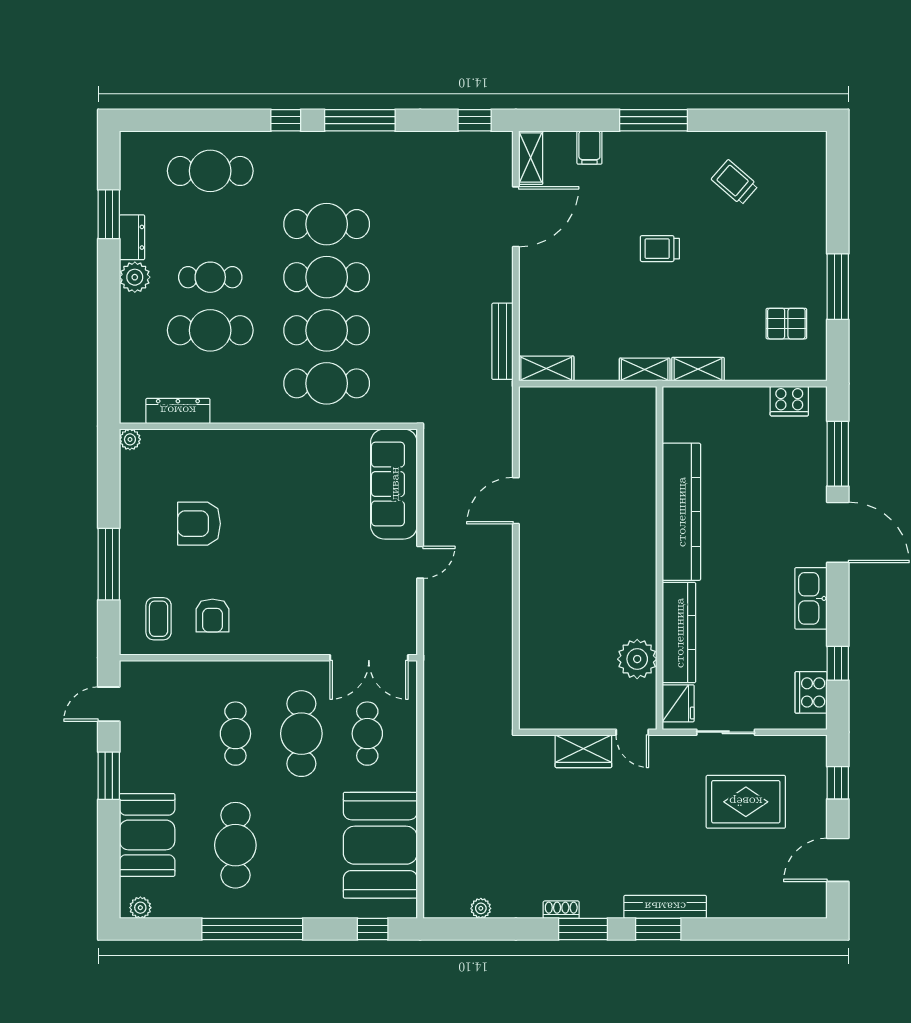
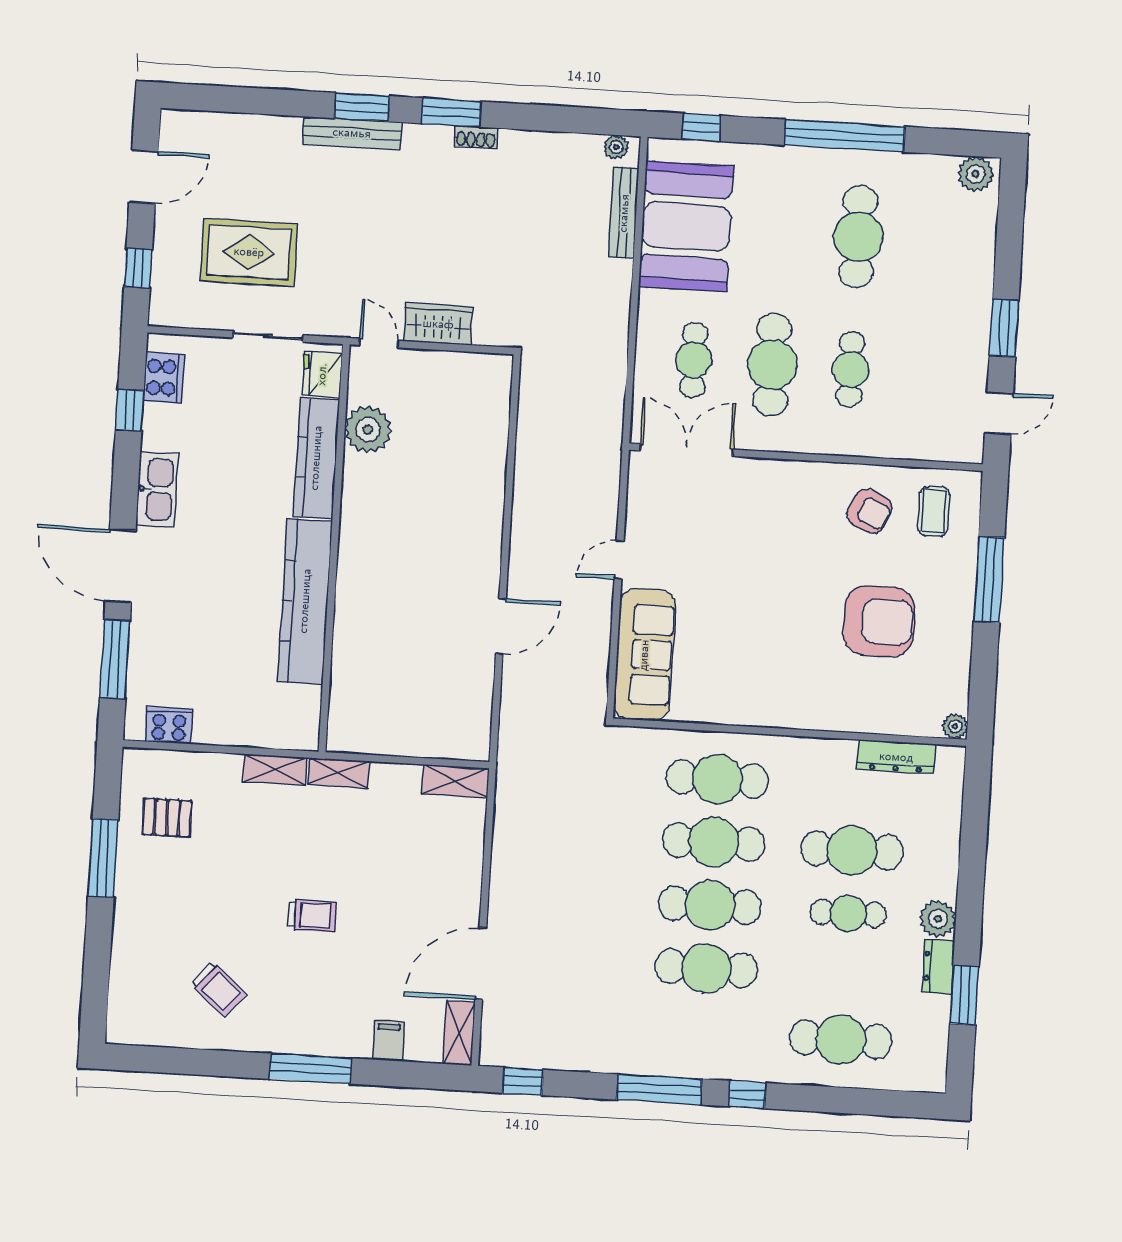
bench: (503, 341) -> (624, 213), moved
armchair: (199, 524) -> (879, 621), width x1.36, depth x1.36
armchair: (212, 616) -> (869, 511), turned 114
booth: (147, 835) -> (963, 255), removed
plant: (140, 908) -> (976, 174), width x1.38, depth x1.38
plant: (481, 908) -> (616, 147), moved

